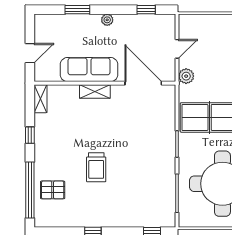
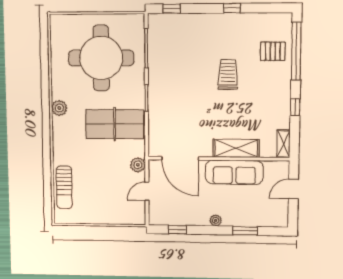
shelving: (95, 91) -> (236, 148), width x1.50, depth x1.33

